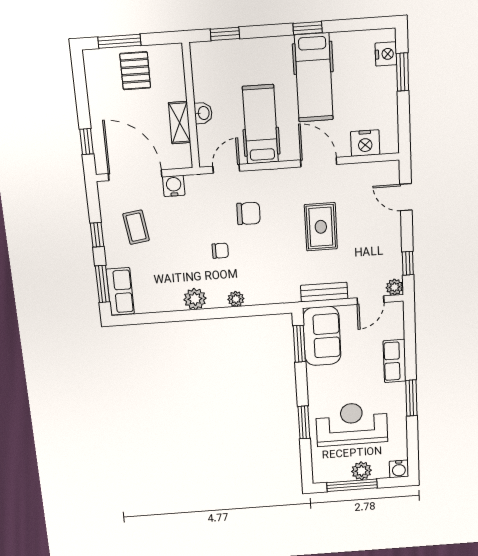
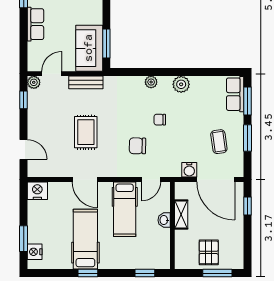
nightstand: (365, 143) -> (37, 191), moved
window: (97, 235) -> (248, 138), width x1.50

